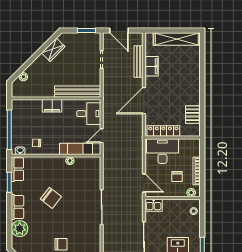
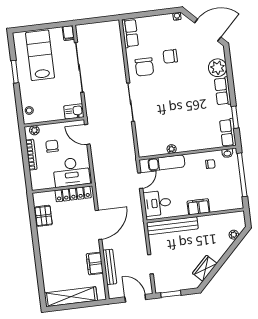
chair: (51, 198) -> (144, 67), moved, turned -128

